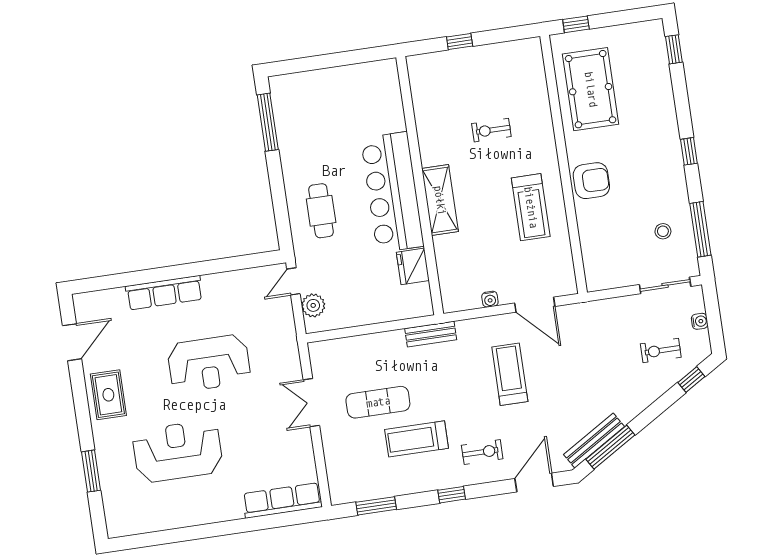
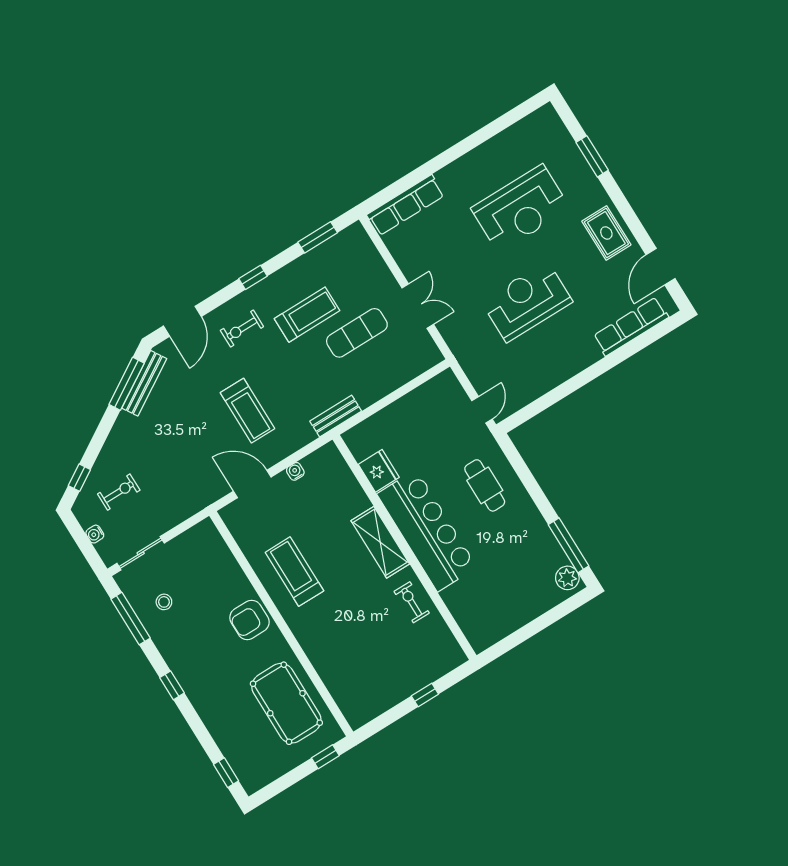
exercise bike: (491, 130) -> (412, 602), moved, turned -90
row of seats: (164, 293) -> (631, 327), moved
plant: (313, 305) -> (567, 578), moved

